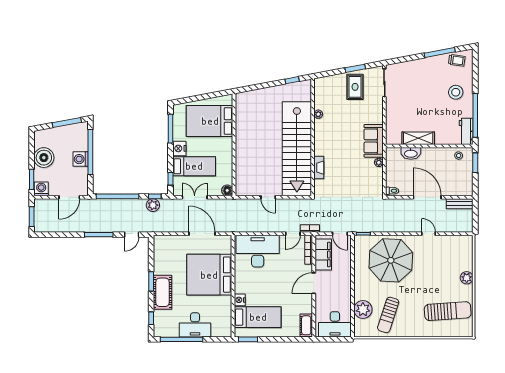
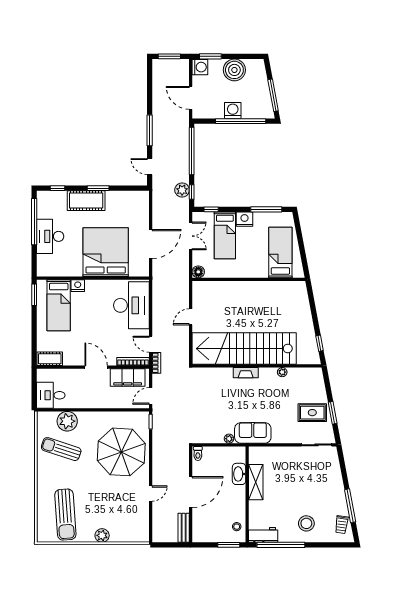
bed: (210, 121) -> (280, 252), width x0.67
fireplace: (319, 168) -> (246, 373), moved
desk: (335, 324) -> (51, 395), width x0.73

